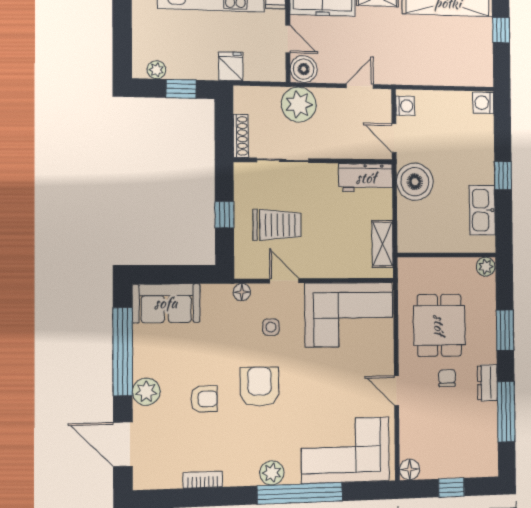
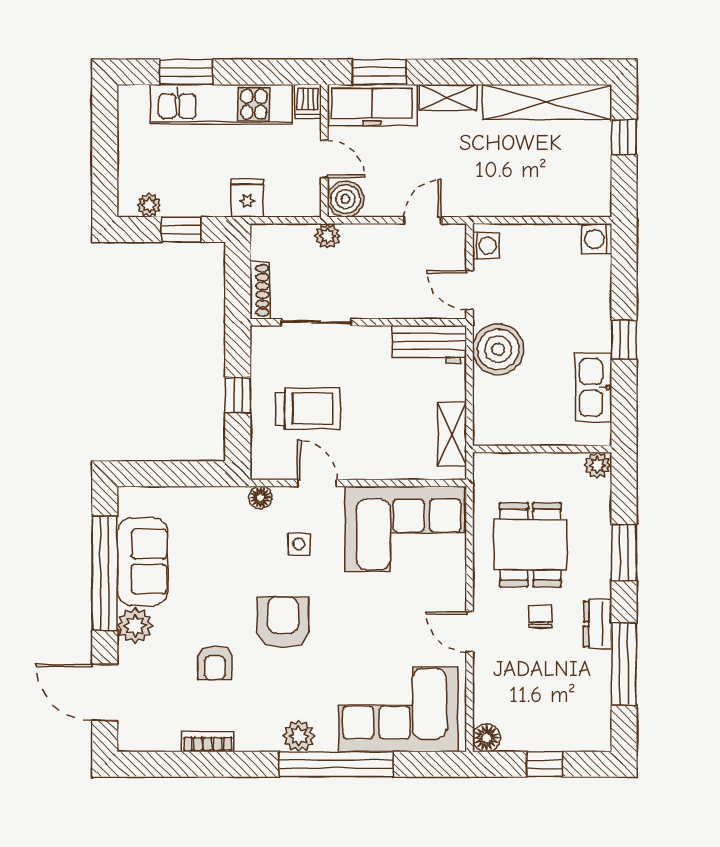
plant: (299, 105) -> (327, 236), width x0.53, depth x0.53
sofa: (166, 303) -> (143, 562), moved, turned -90
armchair: (204, 399) -> (215, 663), moved, turned 90

